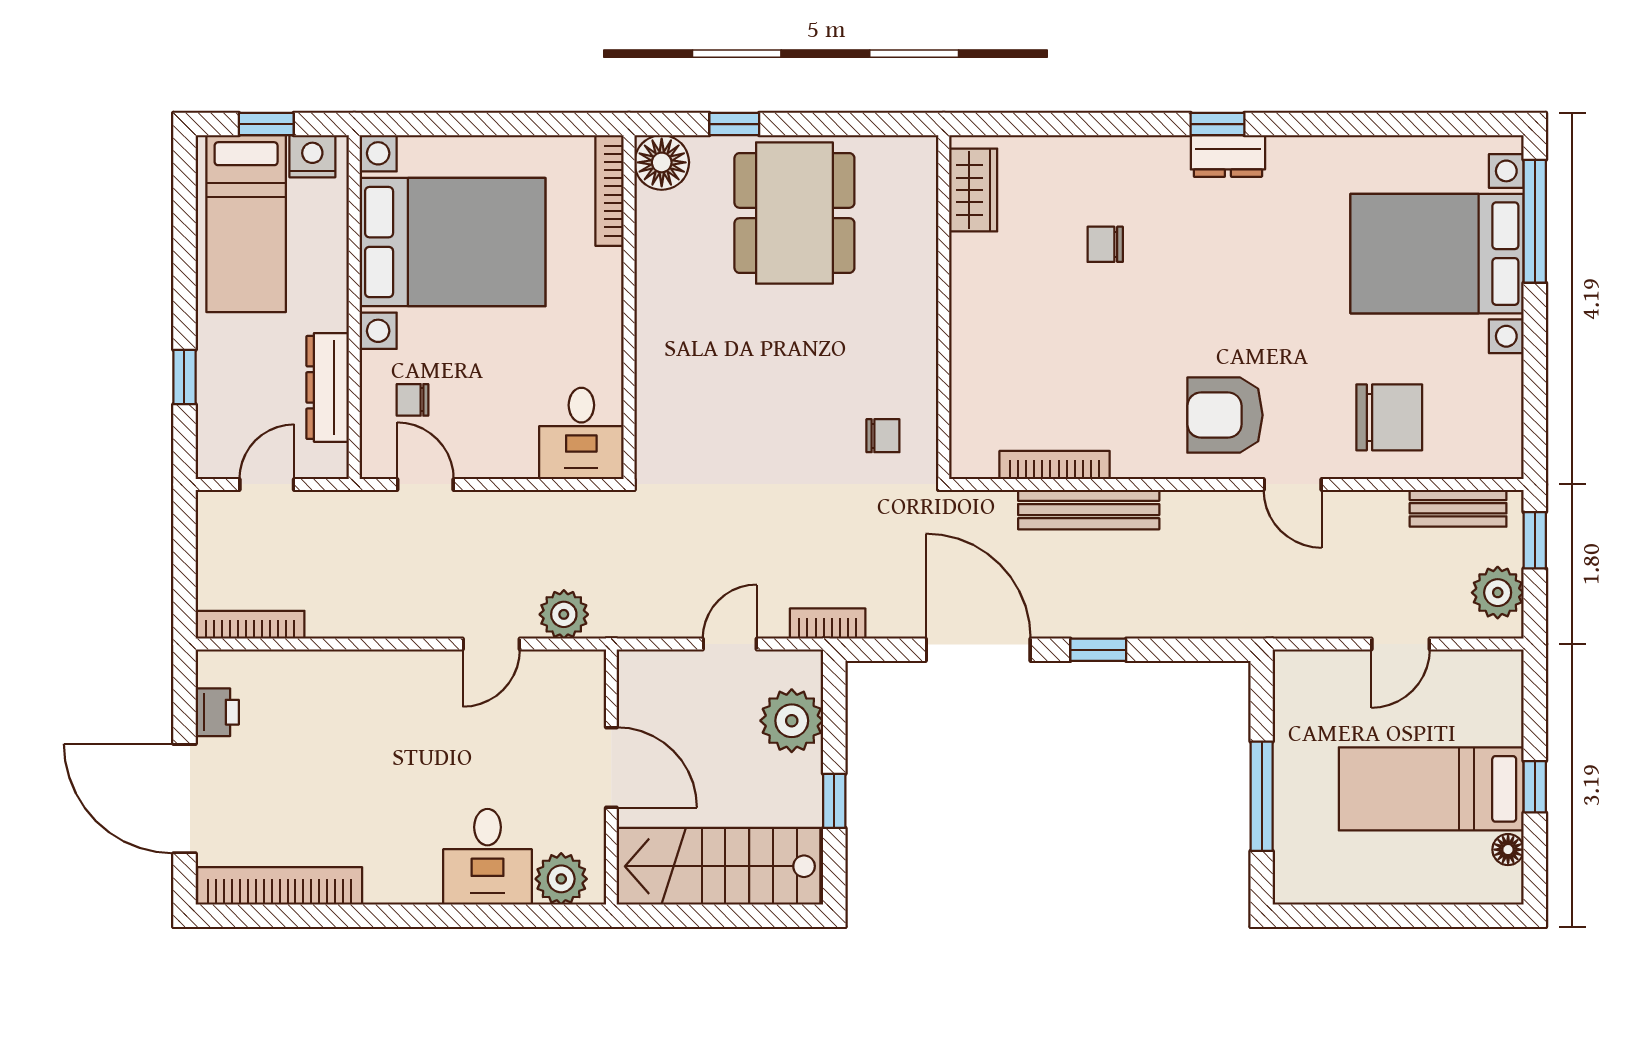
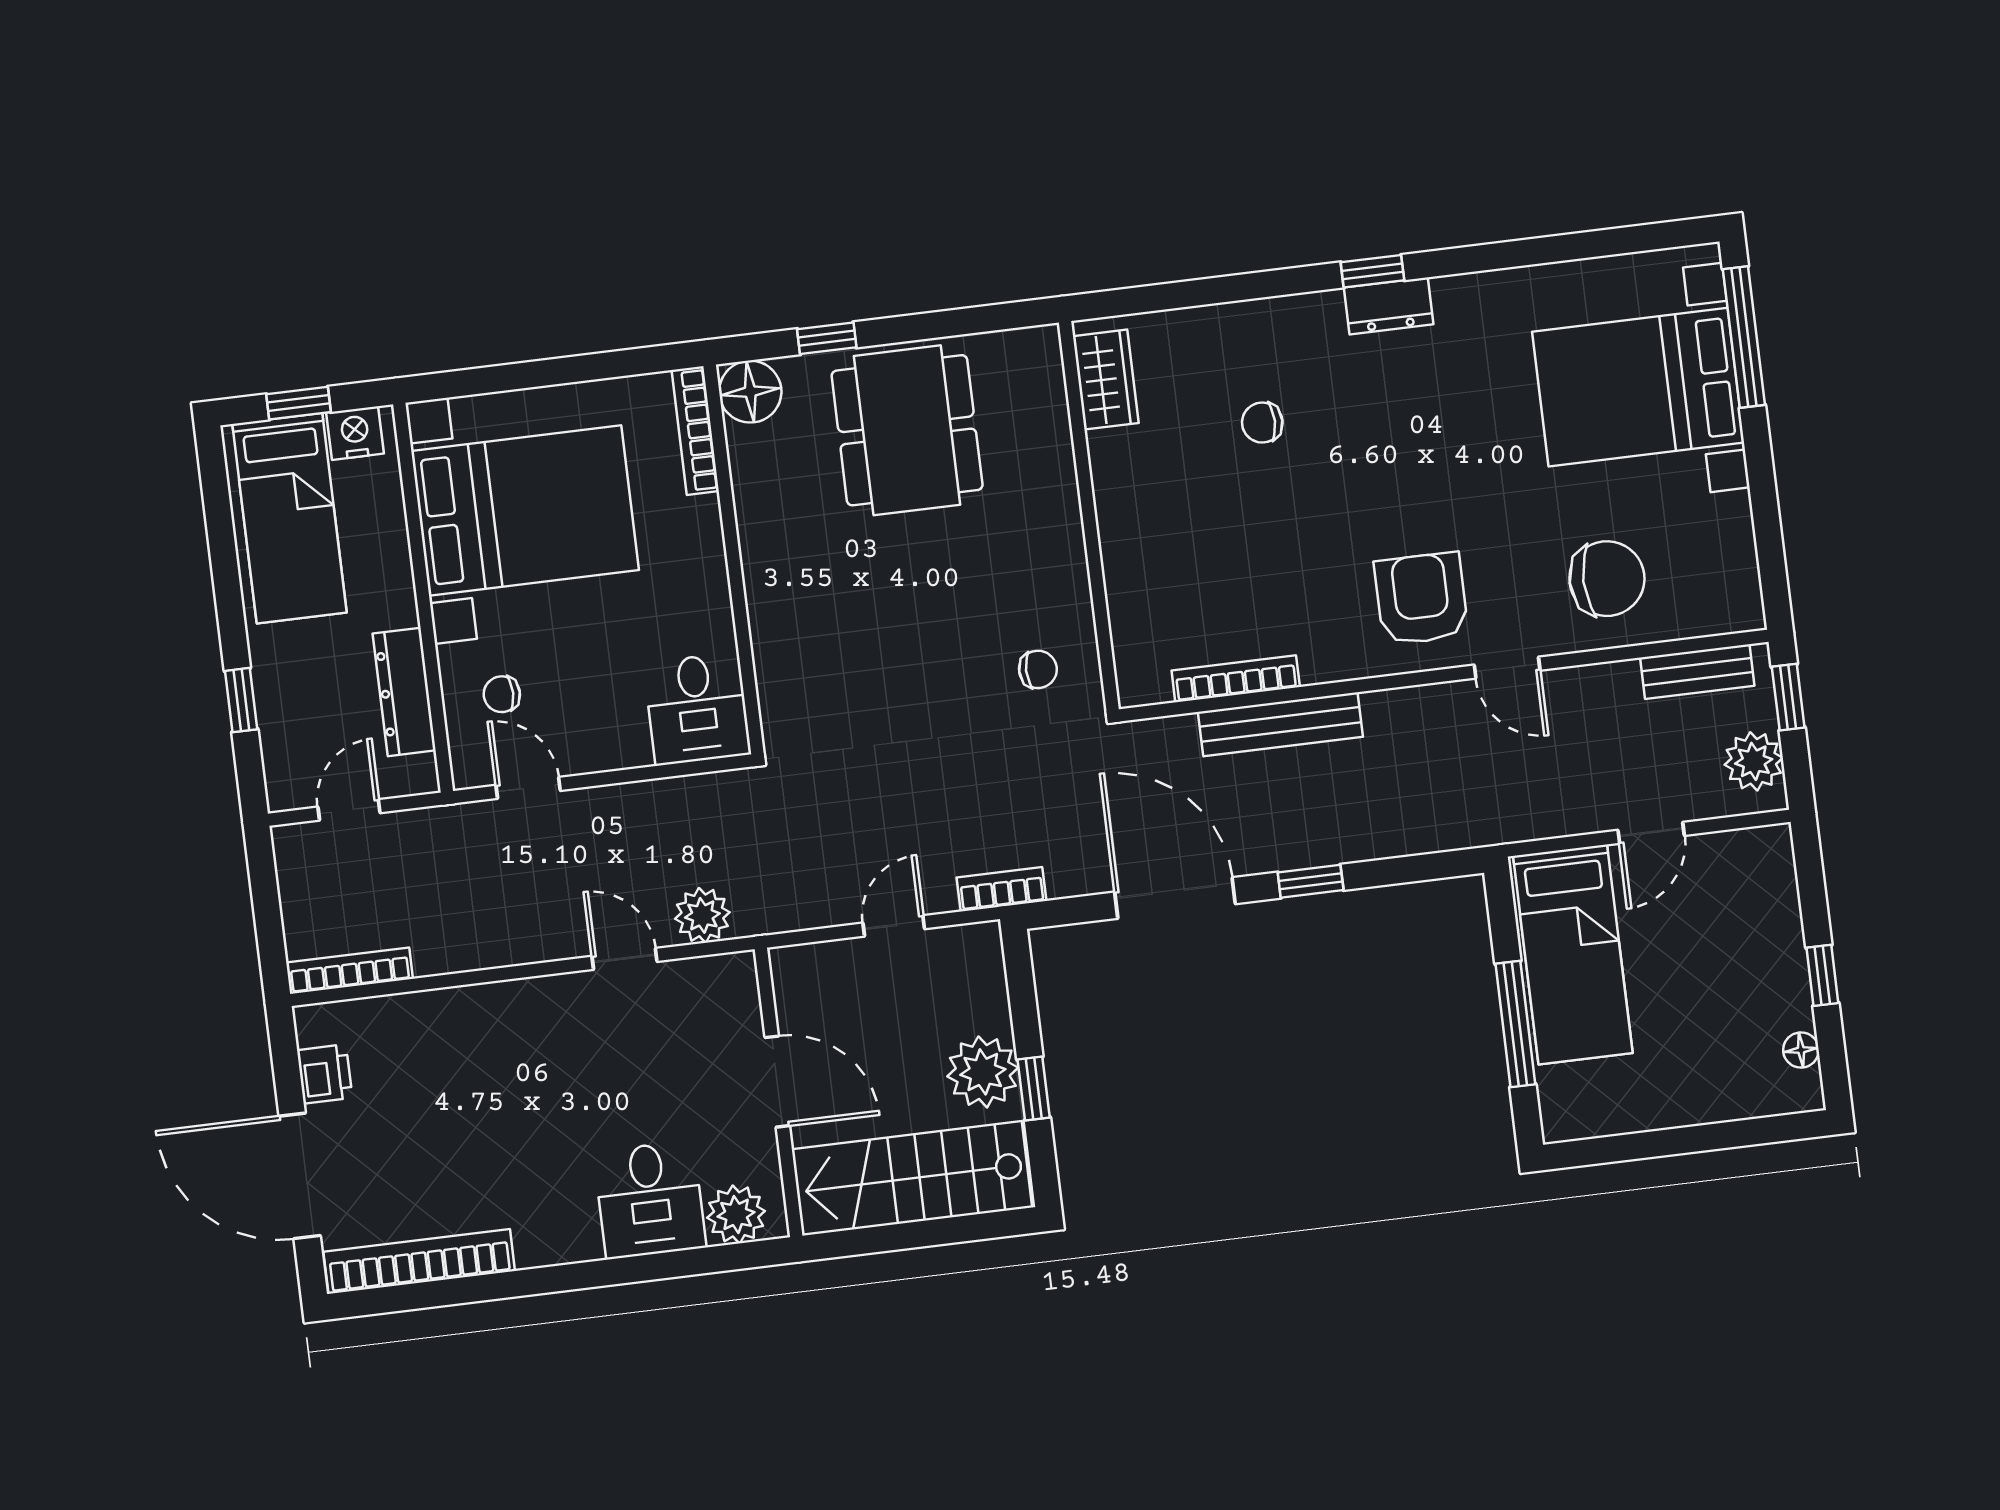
armchair: (1225, 415) -> (1421, 599), turned 90
door: (491, 644) -> (625, 959), swing flipped
plant: (792, 721) -> (983, 1072), moved
bed: (1431, 789) -> (1573, 954), moved, turned -90

